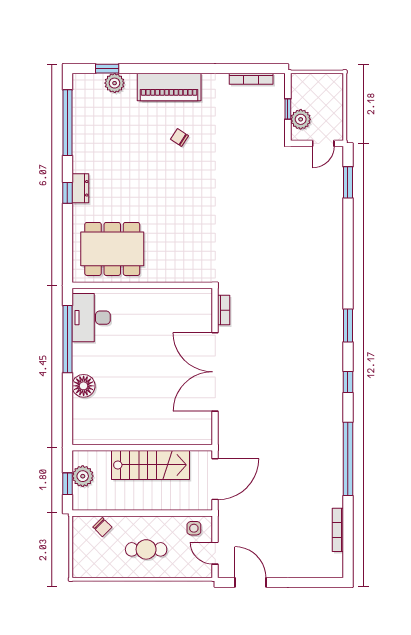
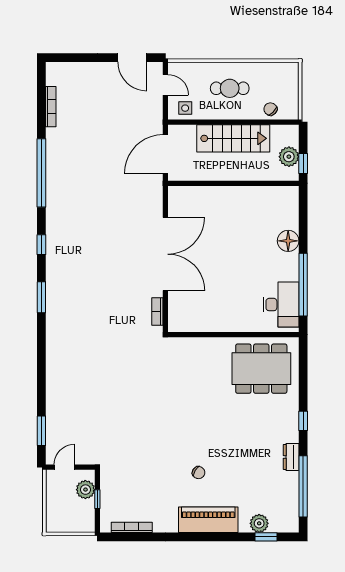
dresser: (80, 188) -> (291, 457), moved
stairs: (151, 465) -> (233, 138), moved, turned 180
window: (67, 484) -> (303, 164), moved

